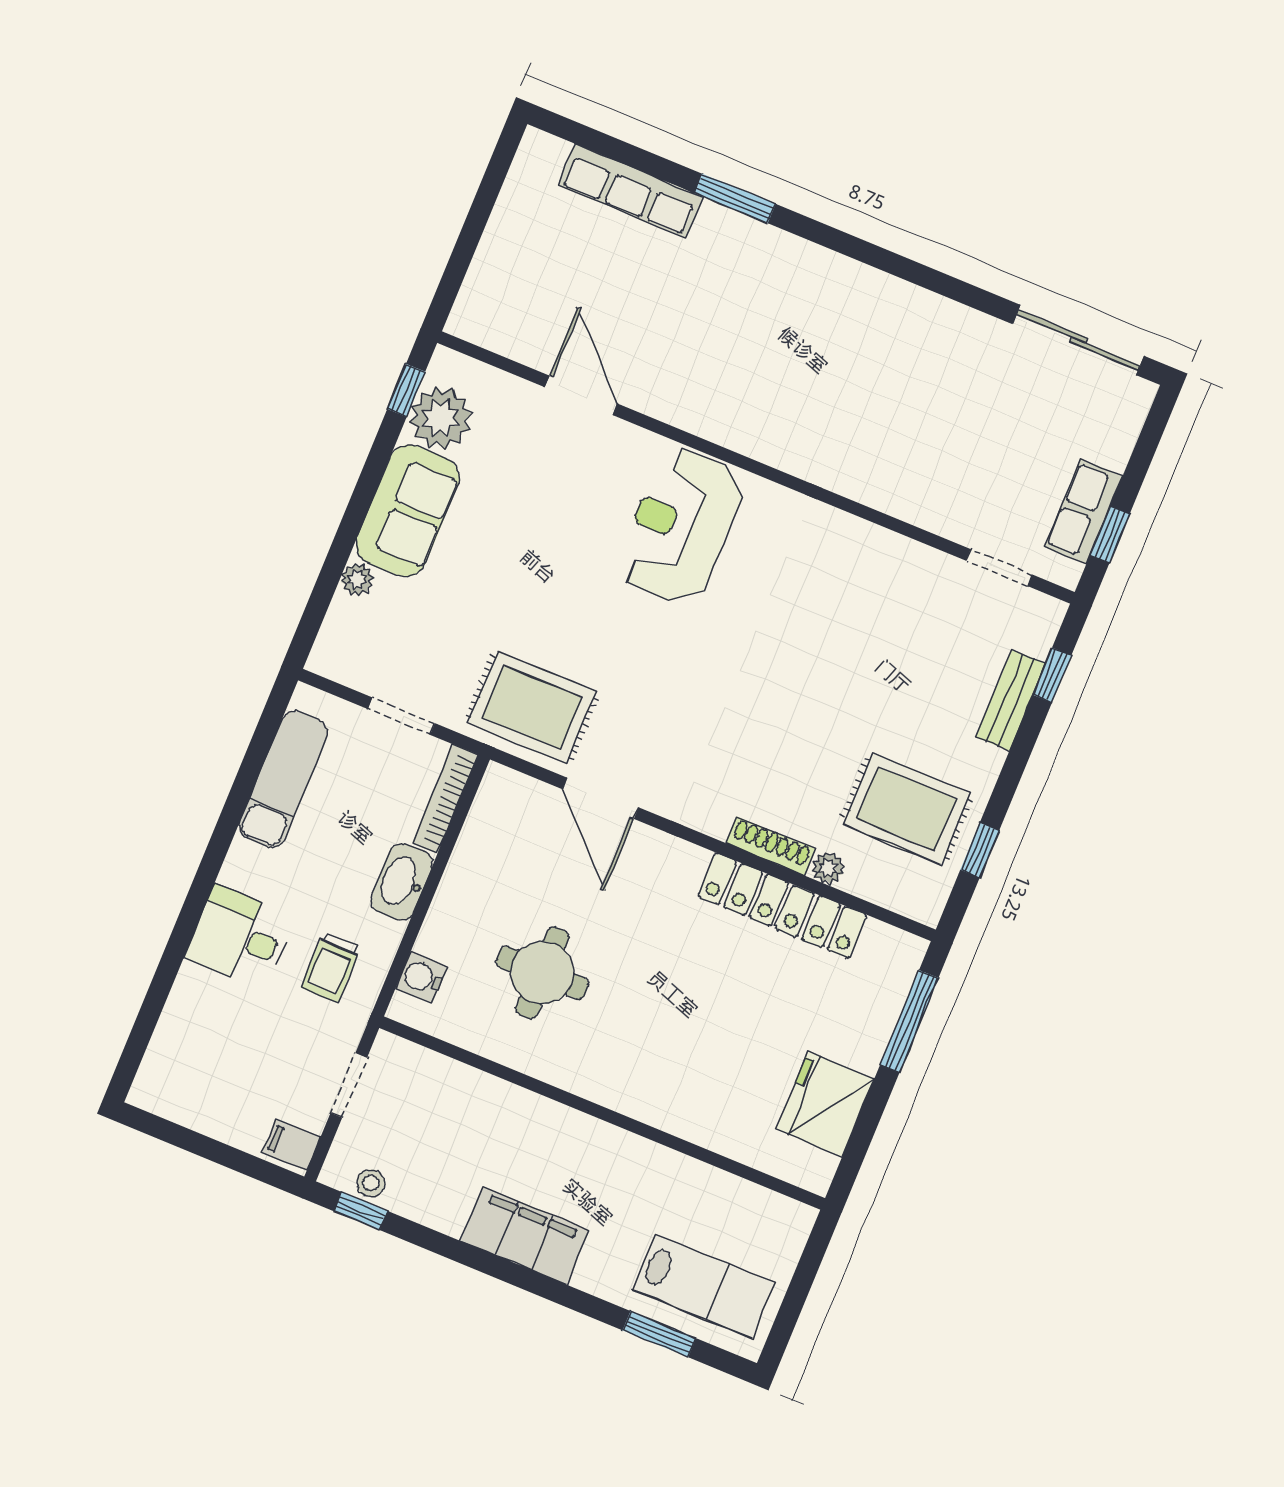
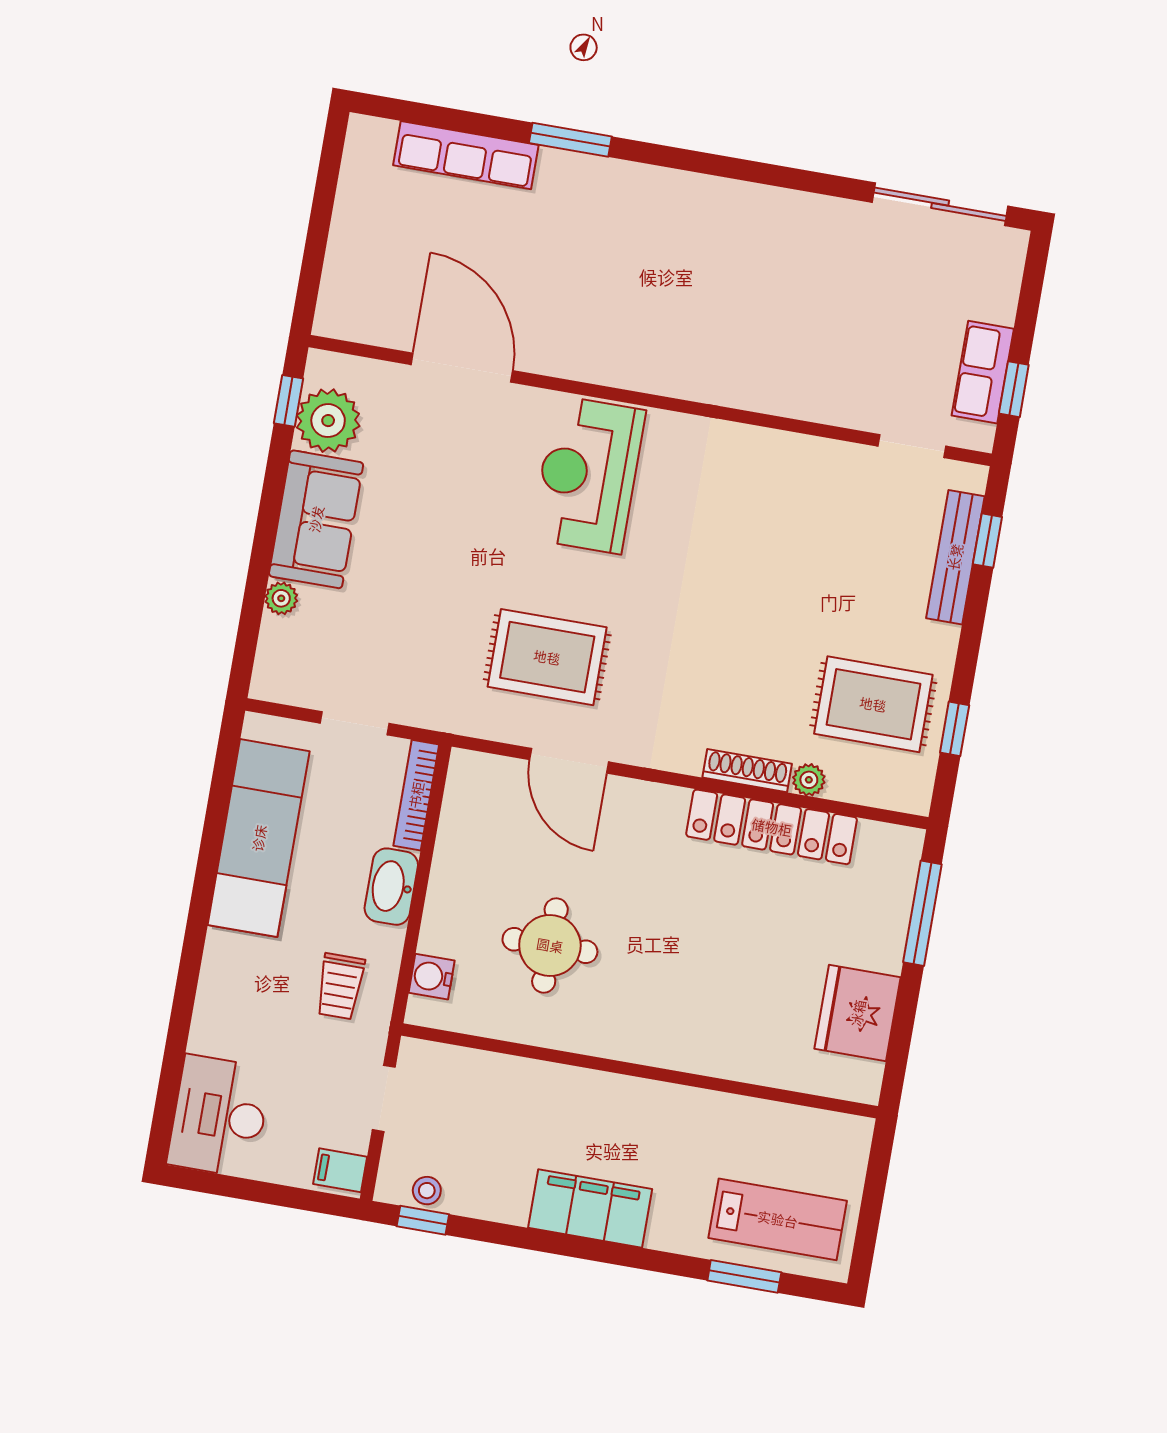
door: (581, 395) -> (462, 368), width x1.36
bench: (1011, 700) -> (955, 557), width x1.36
rug: (532, 707) -> (547, 657), moved
exam couch: (283, 779) -> (259, 838), width x1.36, depth x1.45
desk: (240, 937) -> (219, 1116), moved, width x1.37

